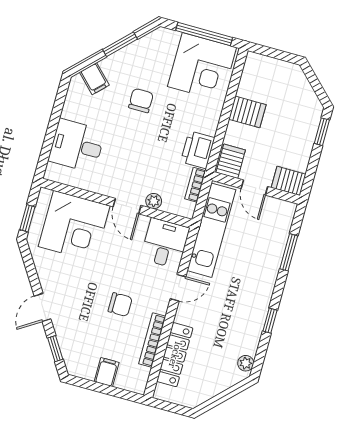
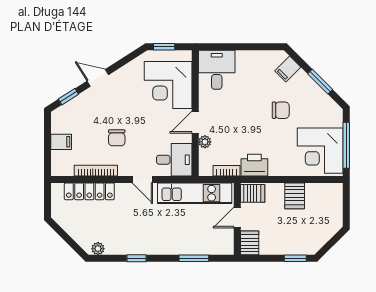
desk: (77, 146) -> (217, 70), moved

